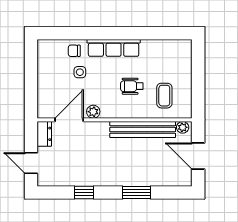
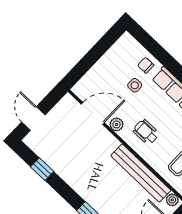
wheelchair: (132, 86) -> (146, 132), moved
dresser: (44, 134) -> (64, 106), removed
window: (84, 193) -> (42, 169), moved

